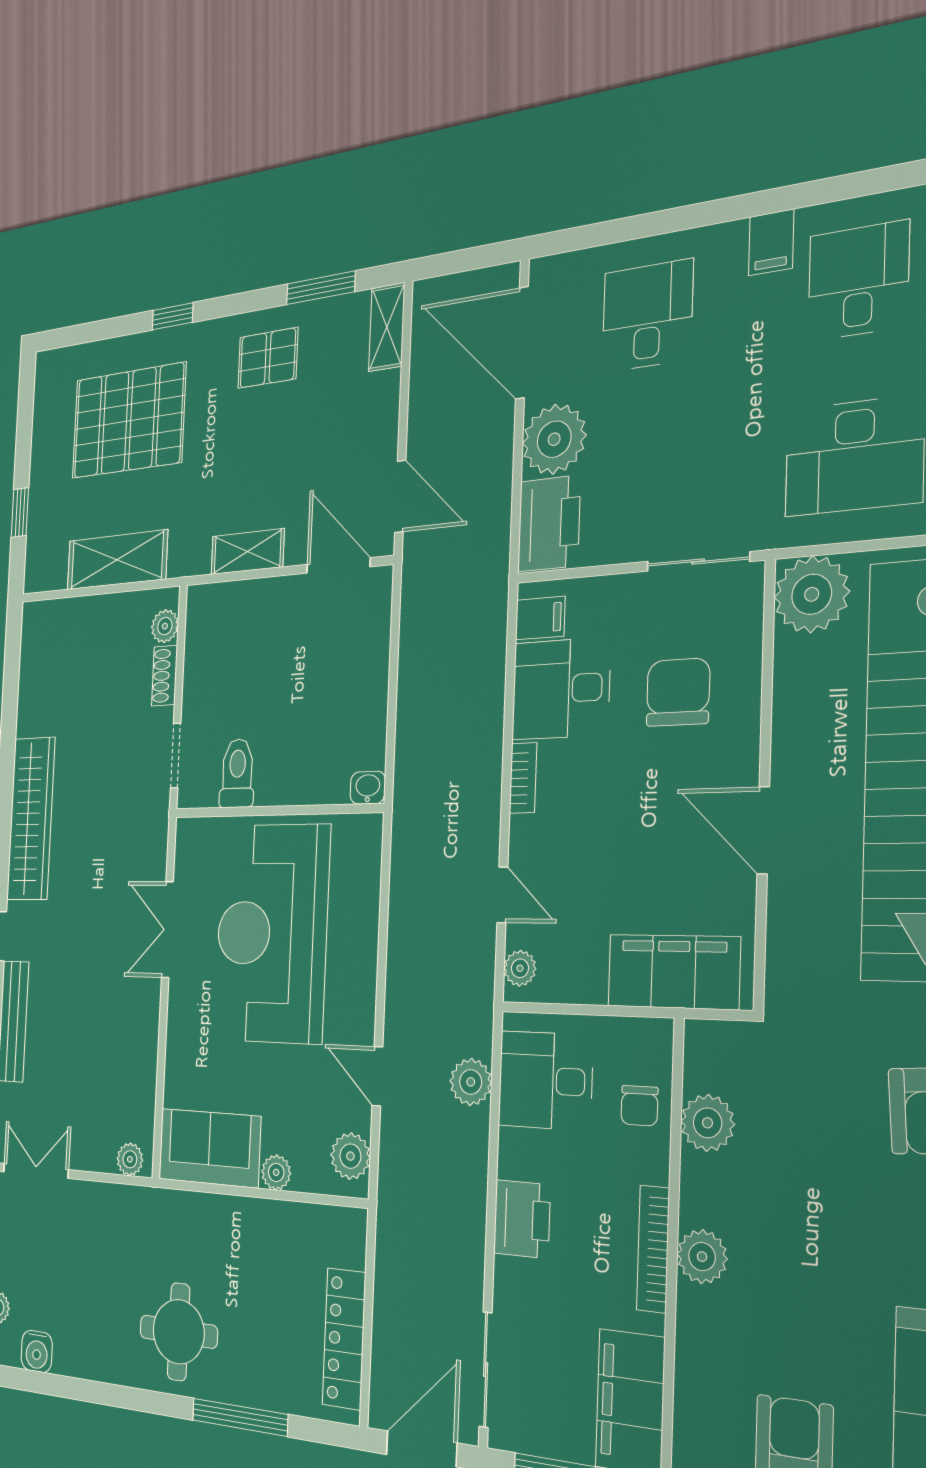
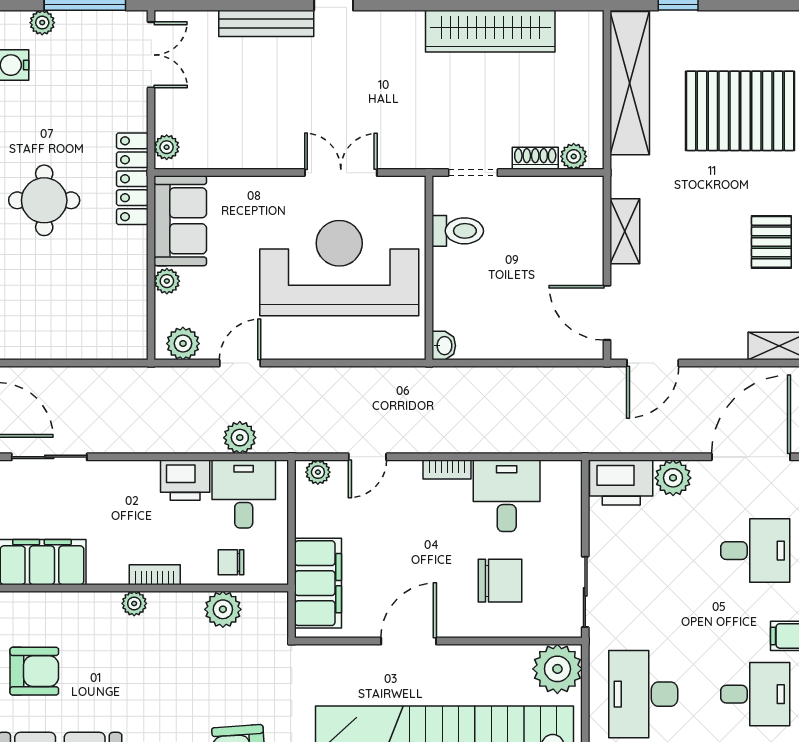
pallet: (129, 421) -> (740, 111), turned 90
plant: (554, 439) -> (673, 478), width x0.73, depth x0.73
shelving: (117, 560) -> (630, 83), width x1.47
door: (338, 566) -> (607, 313), swing flipped
filing cabinet: (540, 618) -> (556, 478), removed
wardrobe: (31, 819) -> (490, 31), moved
printer: (522, 1219) -> (185, 480), moved
bookcase: (653, 1249) -> (155, 575), width x0.64
plant: (702, 1257) -> (134, 603), width x0.73, depth x0.73
locker: (344, 1339) -> (132, 179), moved, turned -90

